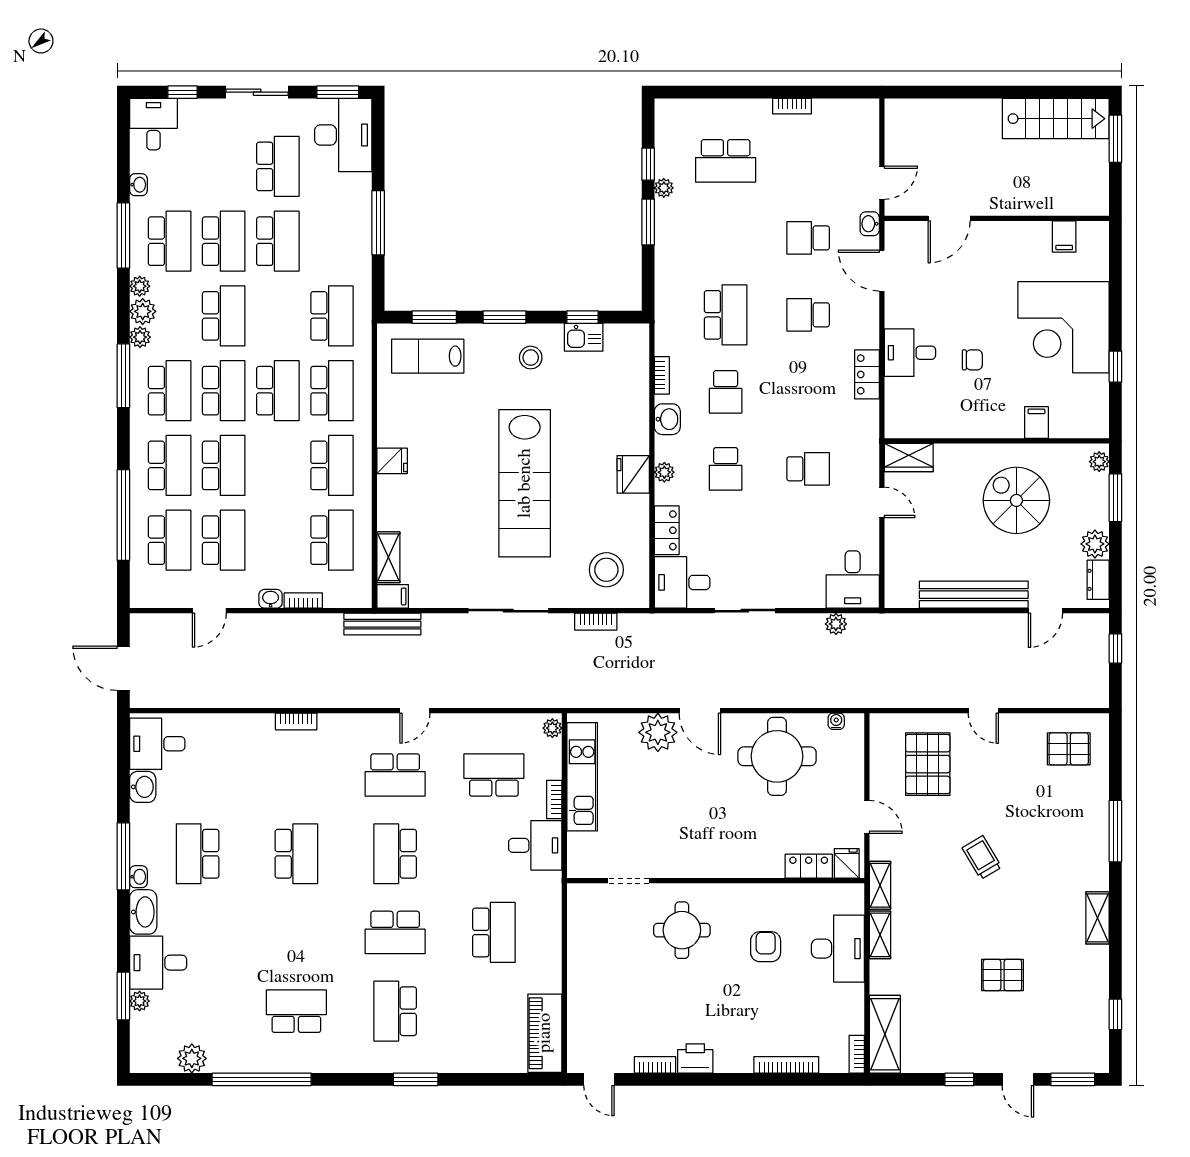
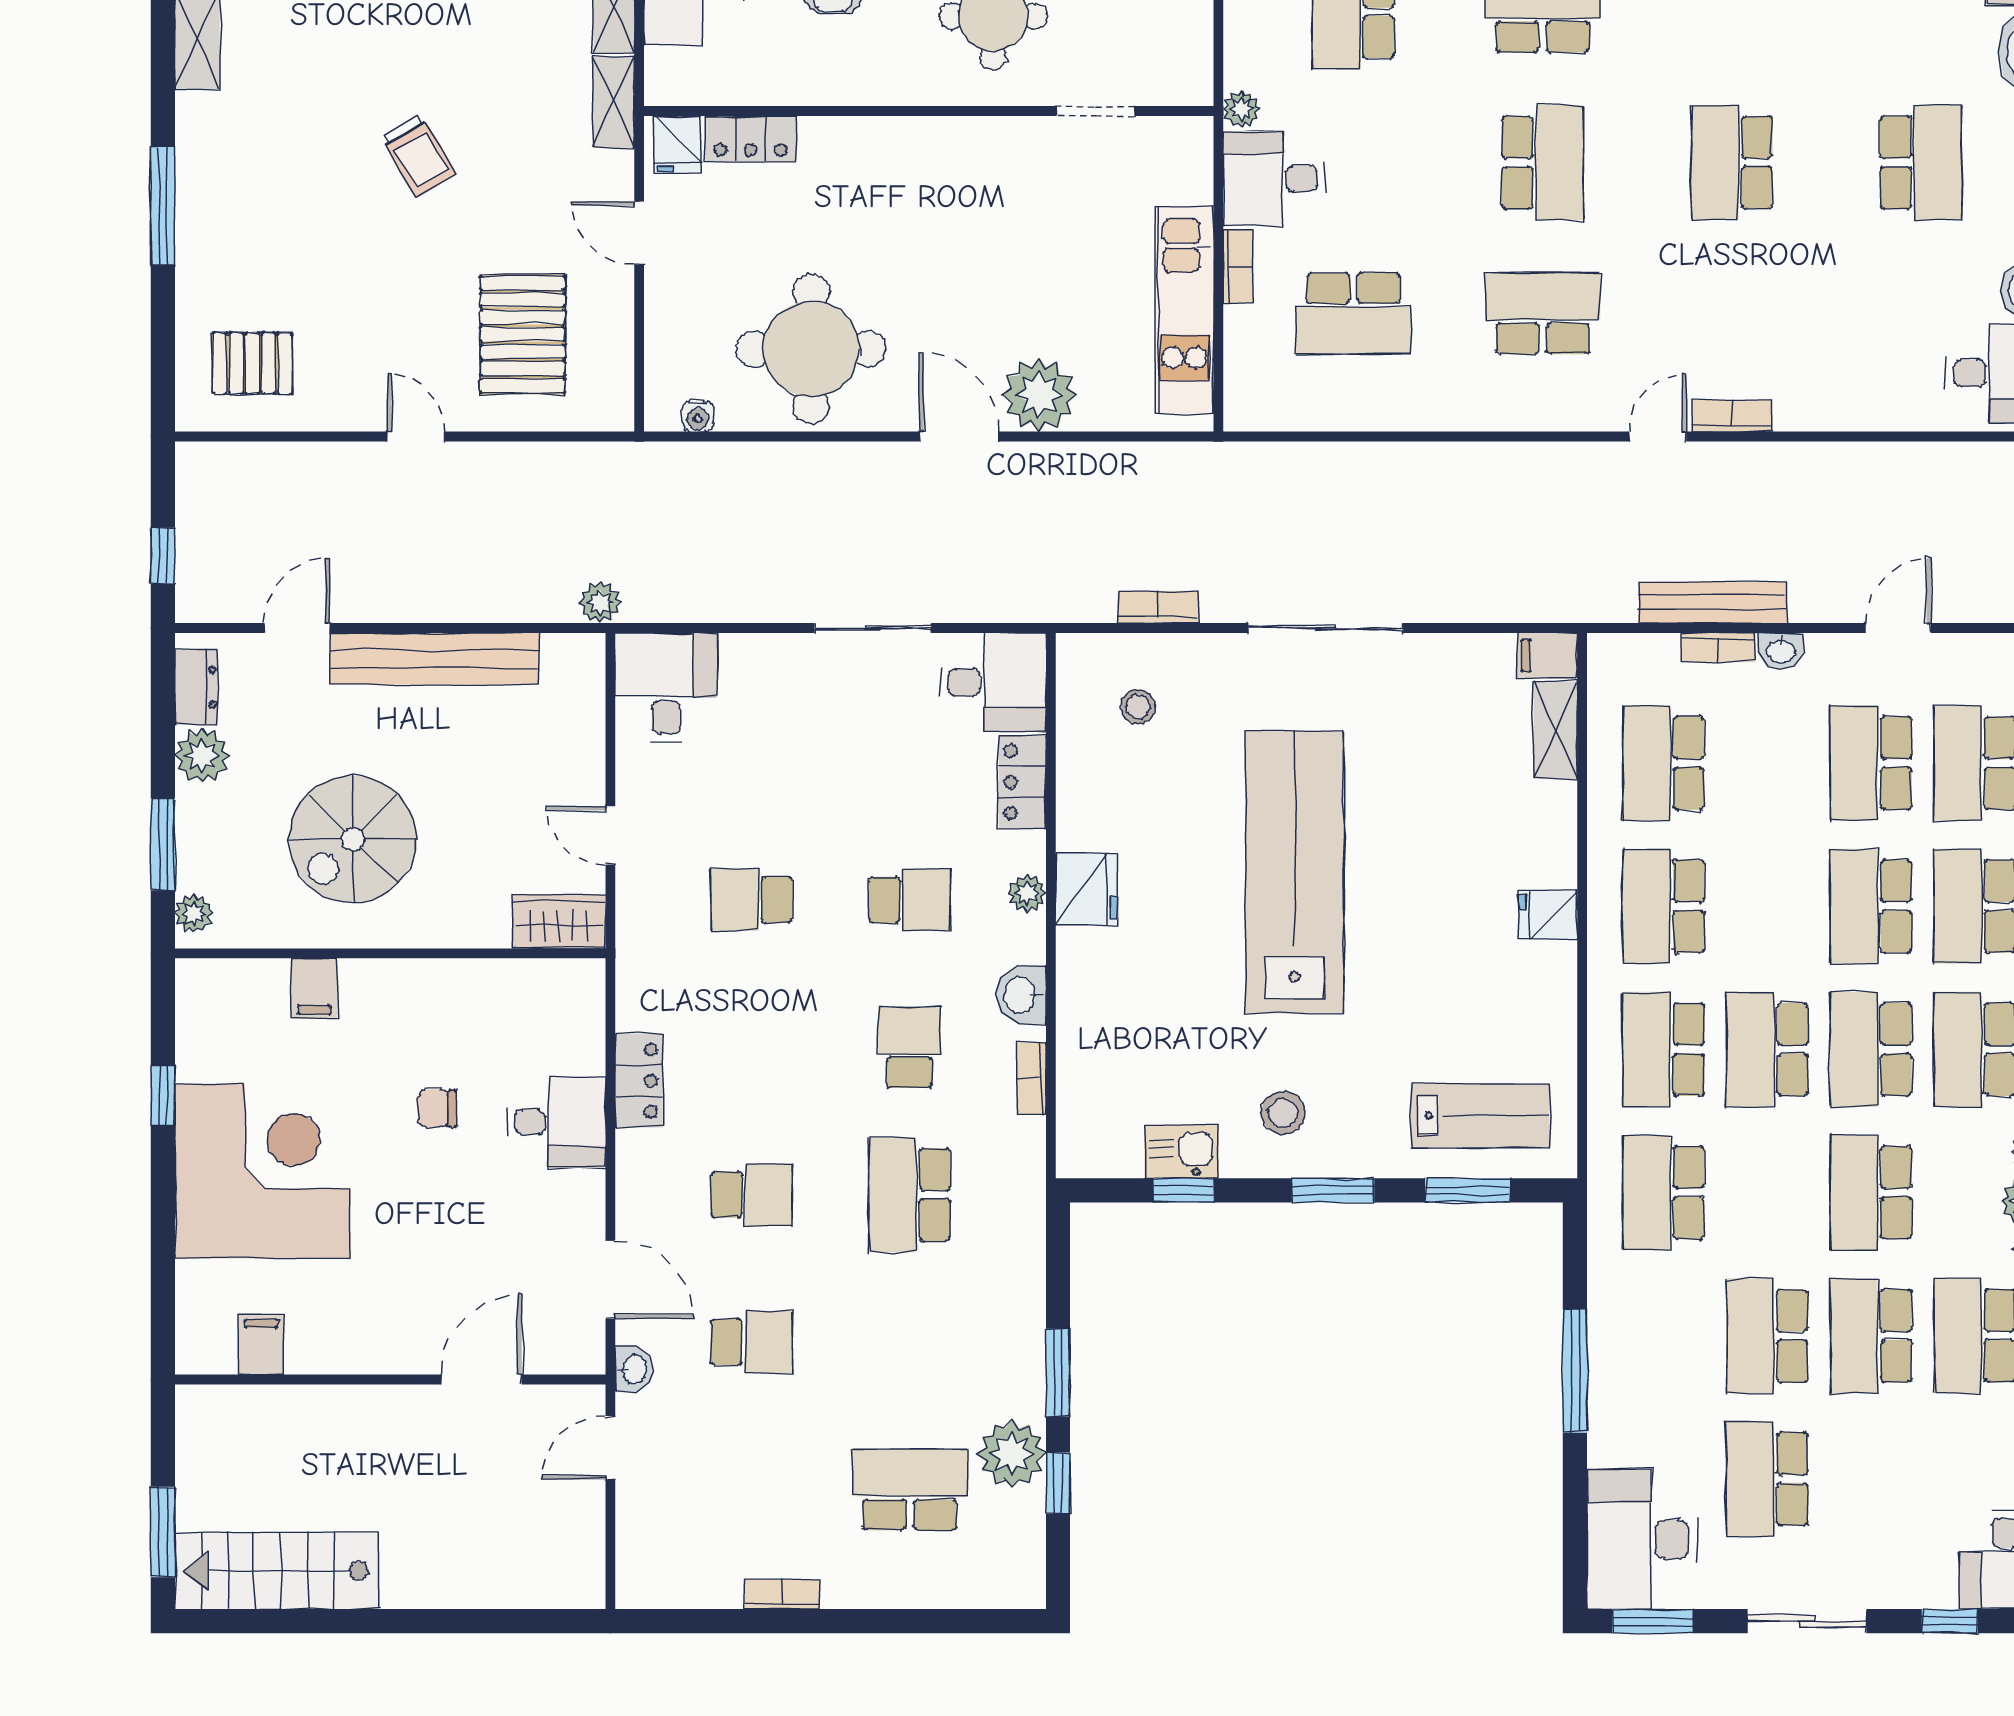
plant: (664, 188) -> (1012, 1454), width x1.88, depth x1.88
school desk: (726, 469) -> (910, 900), turned 90
spiral stairs: (1016, 500) -> (353, 839), turned 90
stool: (606, 570) -> (1138, 706), width x0.53, depth x0.53
bench: (382, 624) -> (1713, 603), moved
plant: (836, 624) -> (600, 603), moved
door: (415, 711) -> (1658, 437), moved
plant: (552, 728) -> (1241, 109), moved

